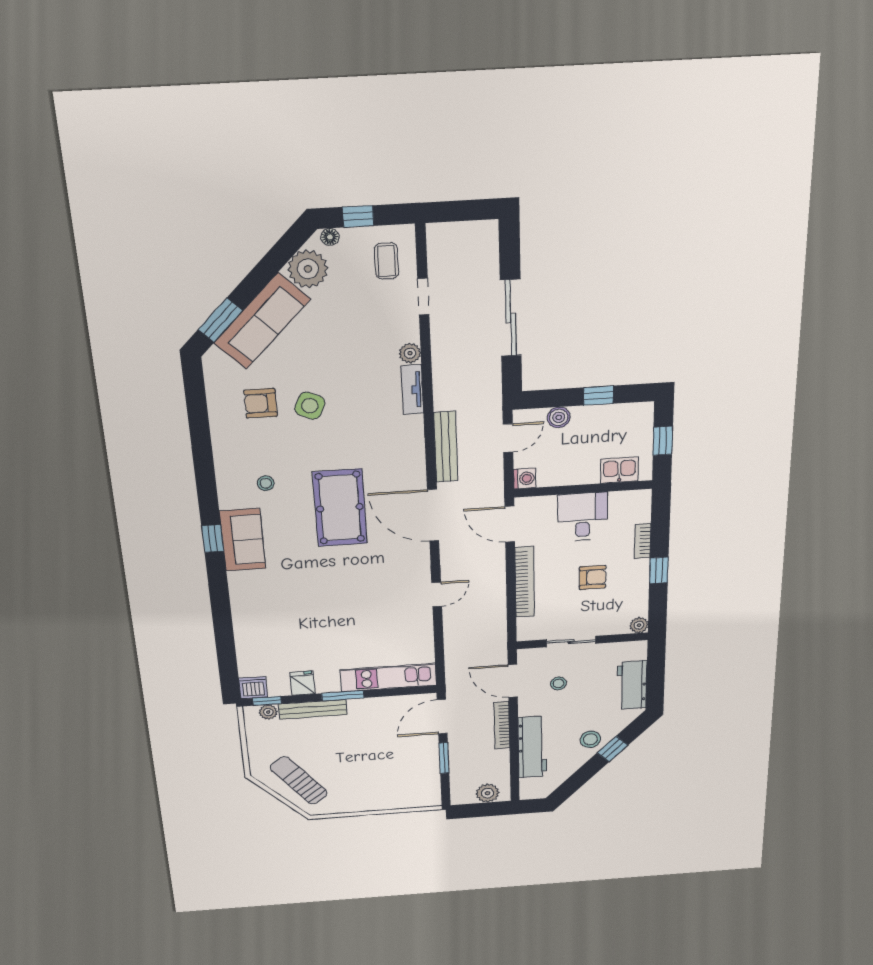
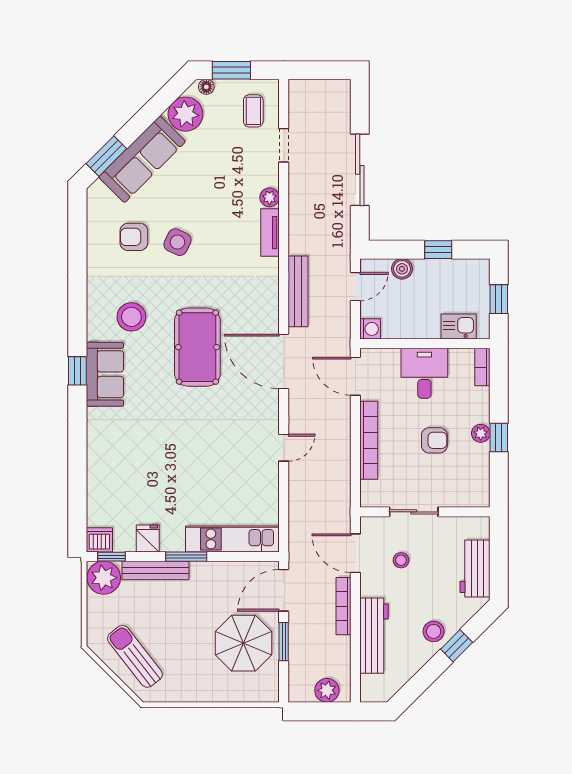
window: (358, 216) -> (231, 70), width x1.50
stool: (266, 483) -> (131, 317), width x1.89, depth x1.89
bookcase: (643, 541) -> (482, 367), moved
plant: (639, 625) -> (481, 433), moved
plant: (268, 712) -> (104, 578), width x1.88, depth x1.88
parasol: (405, 762) -> (244, 643), added

